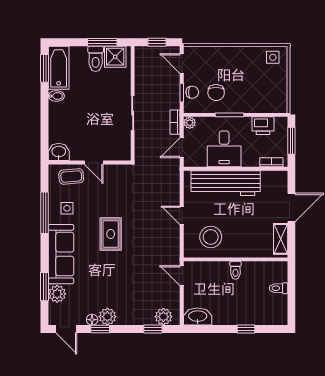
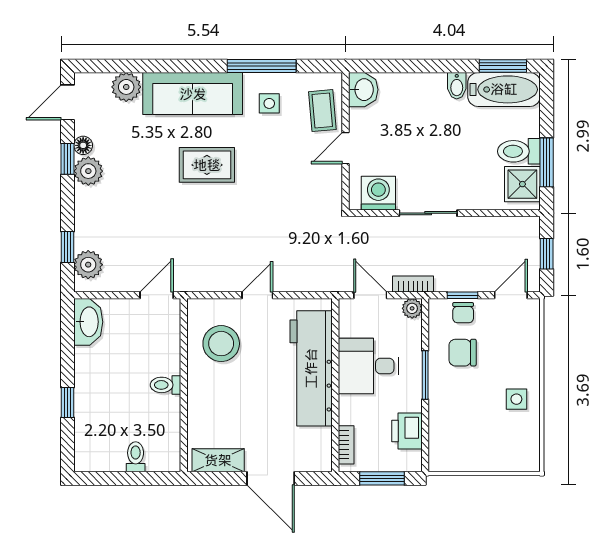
side table: (273, 57) -> (516, 399), moved
washing machine: (121, 143) -> (378, 193), added
rug: (111, 234) -> (207, 165), moved
window: (45, 287) -> (138, 66), removed

